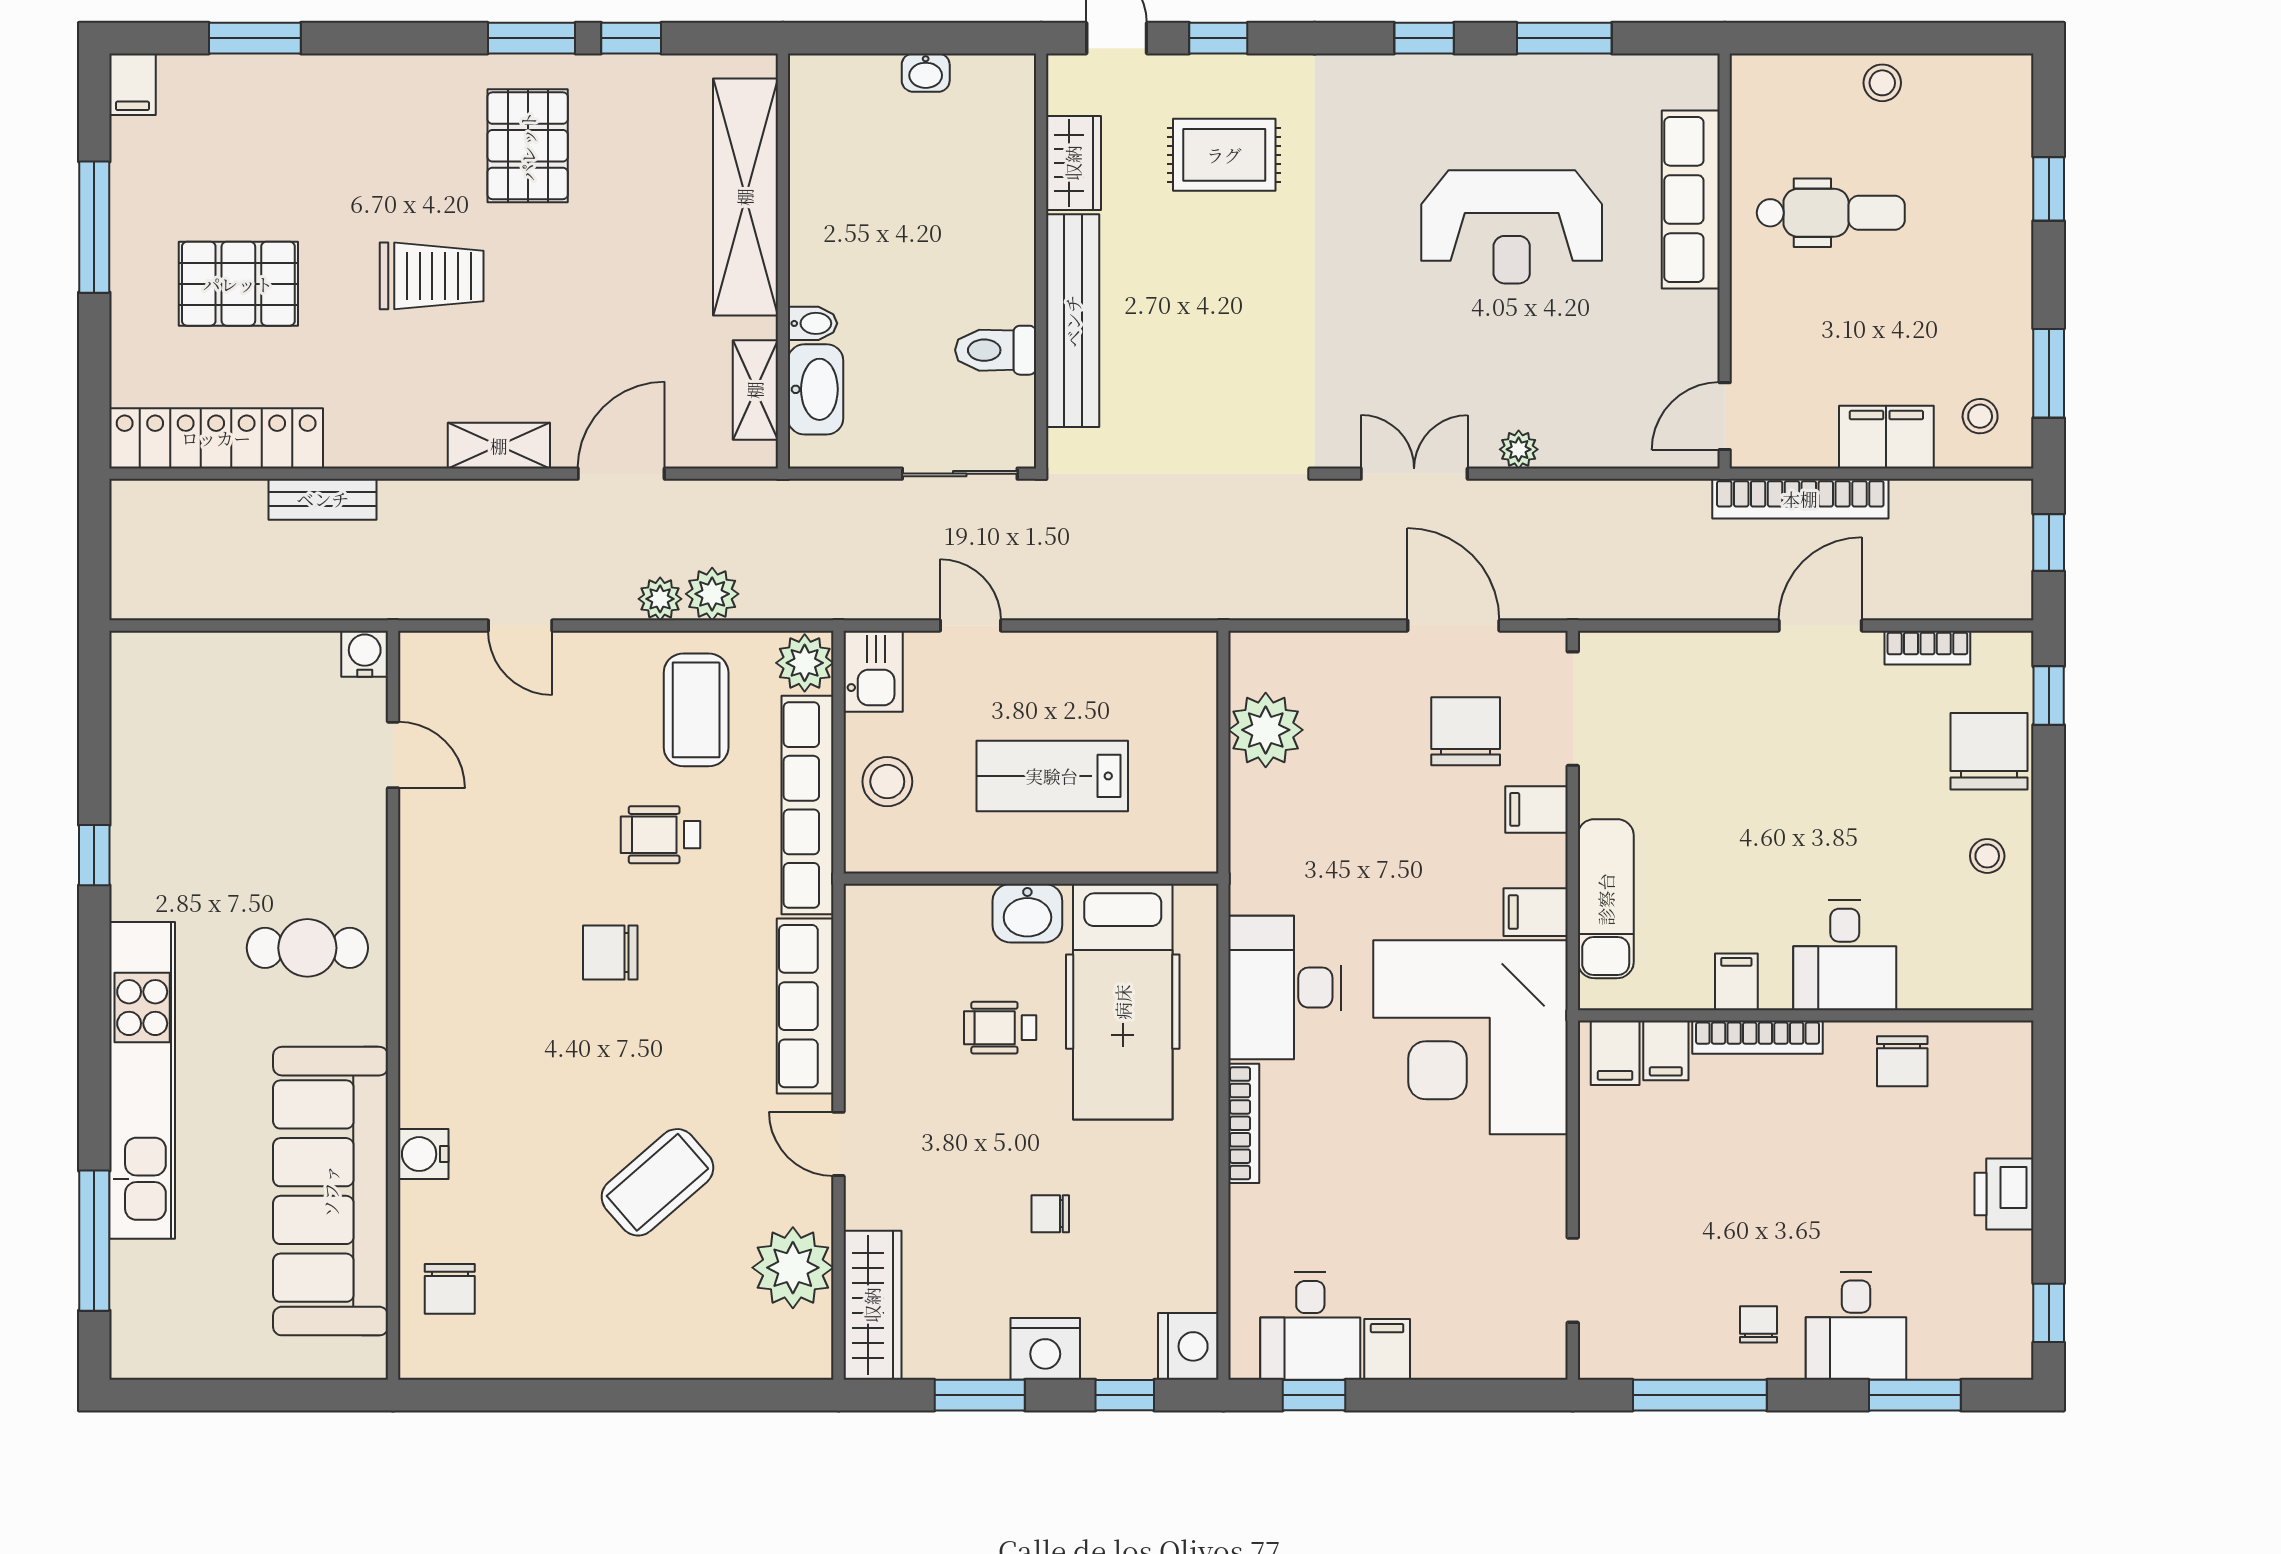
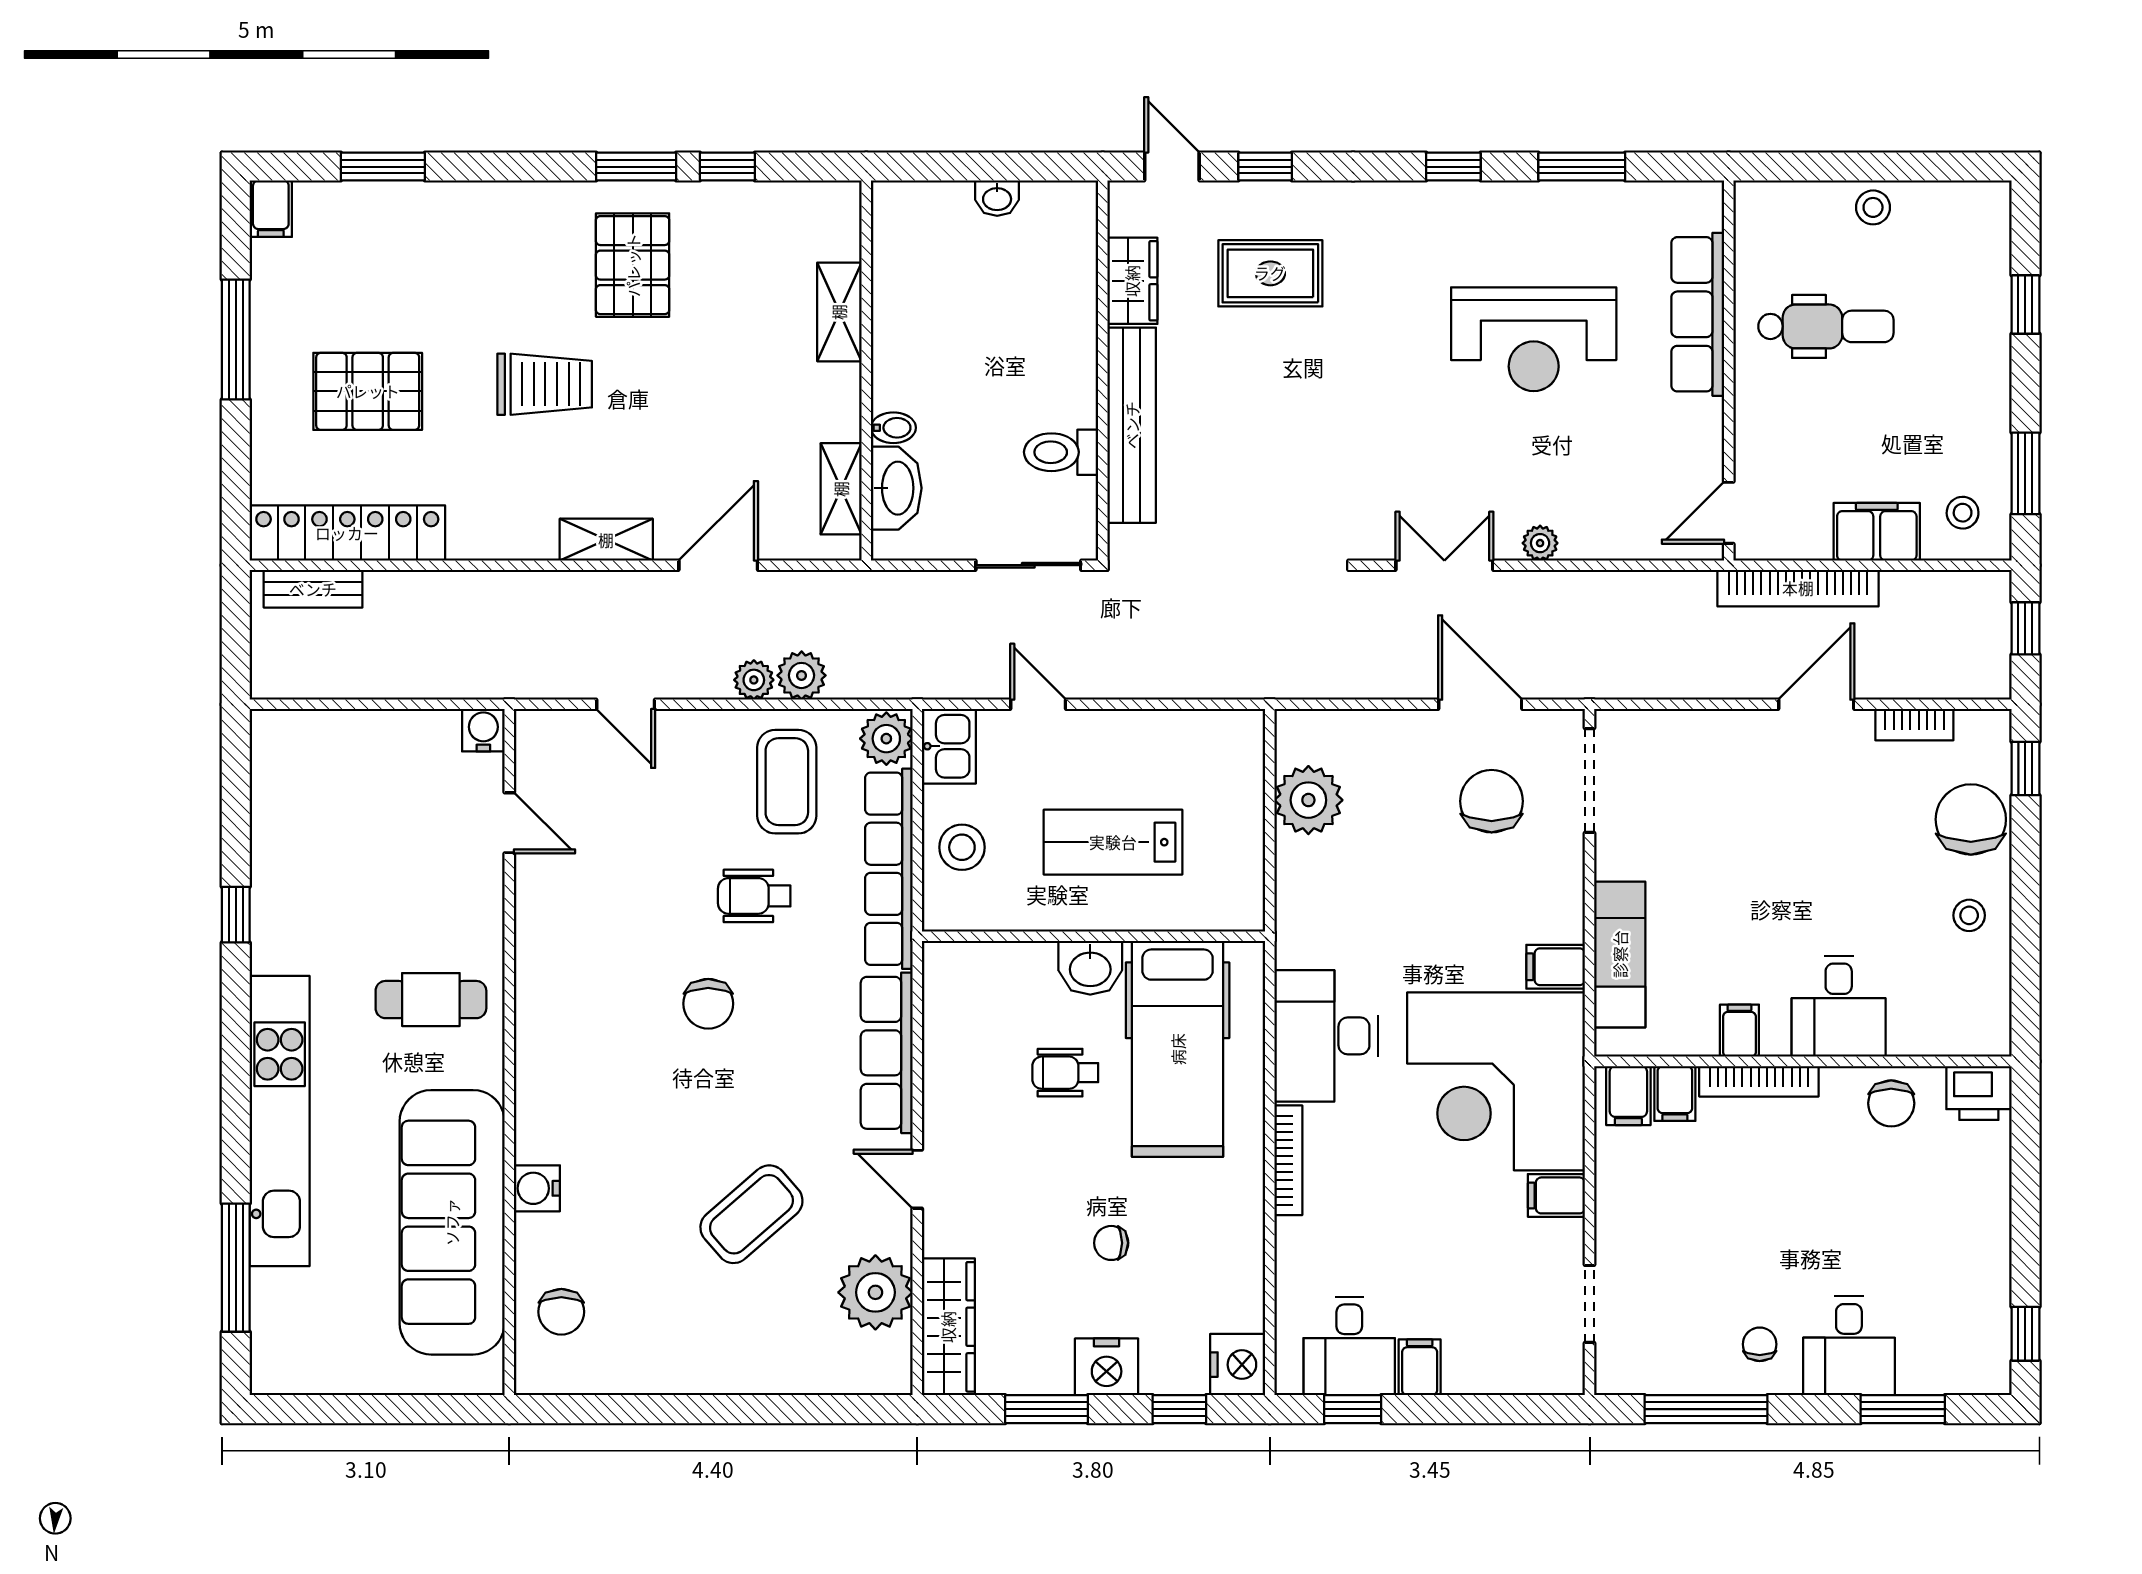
shelving: (745, 197) -> (839, 312), width x0.45, depth x0.75
bench: (323, 499) -> (313, 589), moved
filing cabinet: (1536, 809) -> (1556, 1195), moved
chair: (610, 952) -> (708, 1004), turned -90
printer: (2004, 1194) -> (1979, 1093), moved, turned -90

